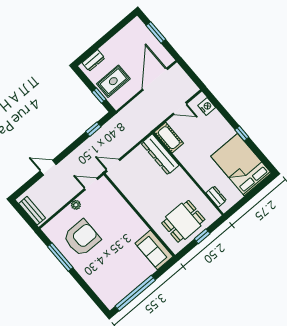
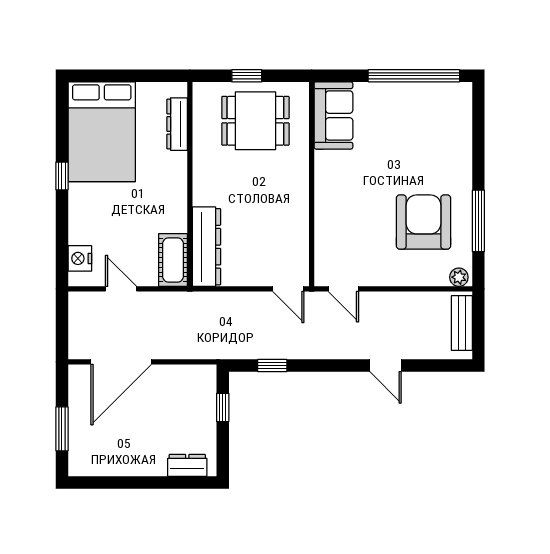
rug: (113, 81) -> (184, 411), removed
dresser: (216, 197) -> (177, 124), width x1.44
plant: (76, 205) -> (459, 277), moved
armchair: (82, 238) -> (424, 222), turned 90

